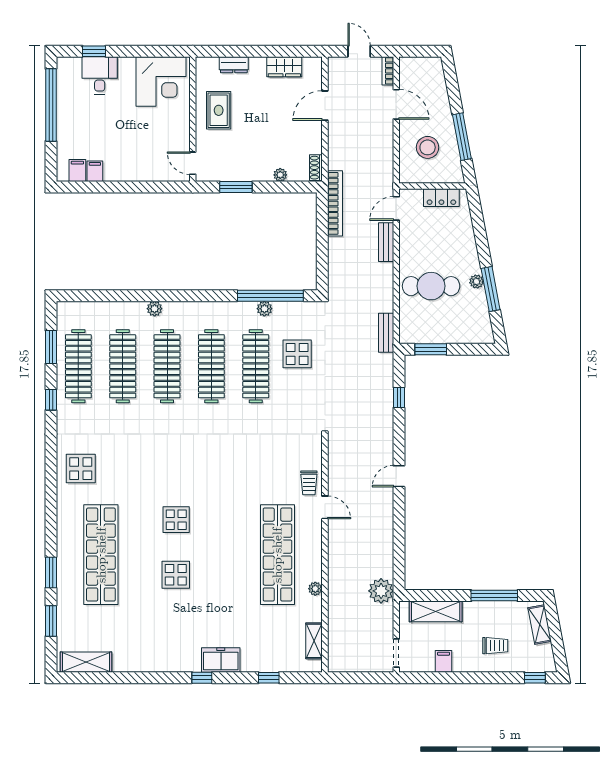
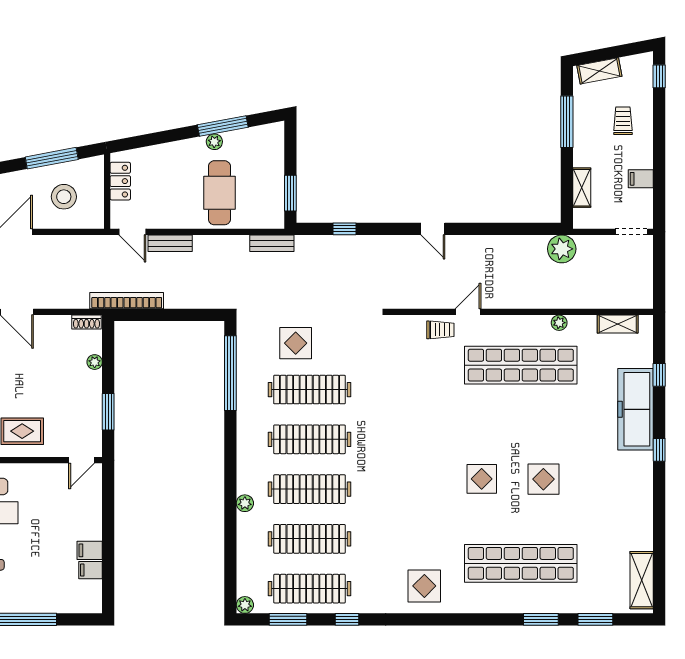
filing cabinet: (77, 170) -> (90, 550), moved
plant: (264, 309) -> (245, 605), moved
shelving: (436, 611) -> (582, 188), width x0.67, depth x0.75
freezer: (221, 660) -> (635, 409), width x1.91, depth x1.26

